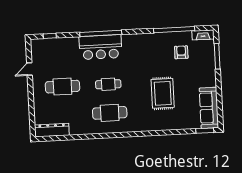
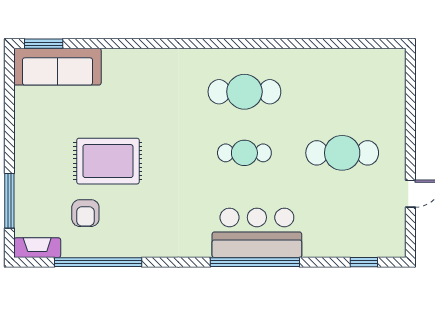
rug: (163, 93) -> (108, 161), moved, turned 90
sofa: (209, 108) -> (57, 67), moved, turned 90
dresser: (52, 130) -> (370, 61), removed

